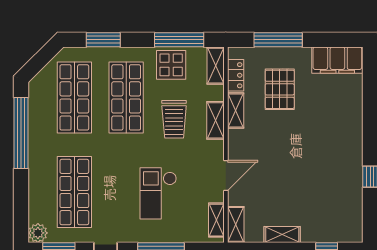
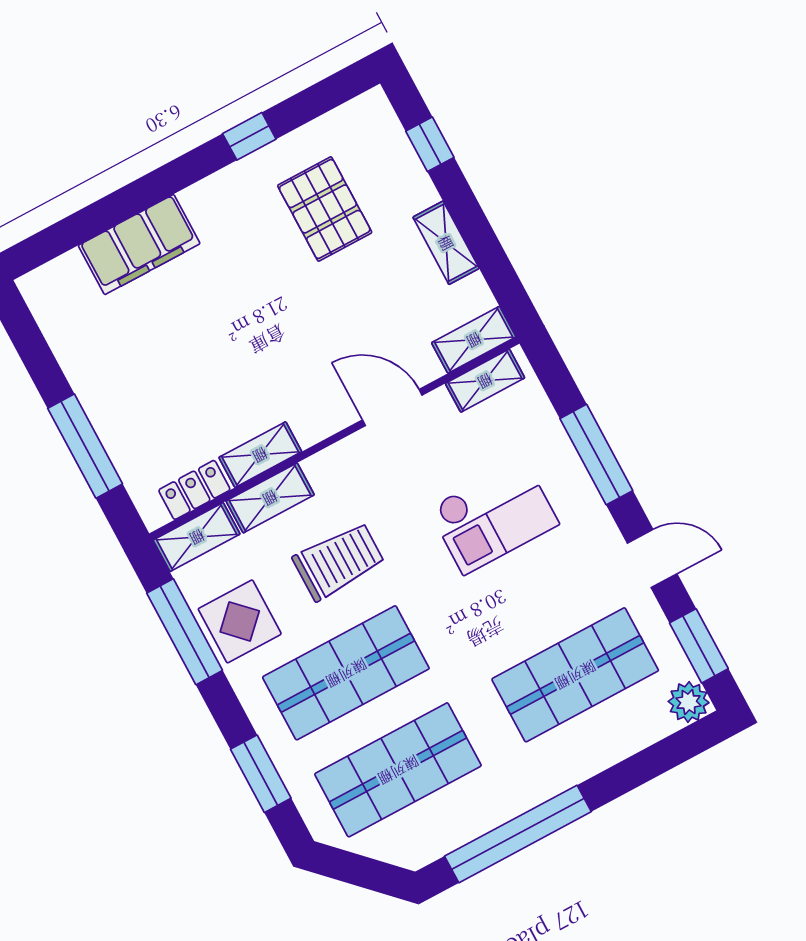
filing cabinet: (337, 60) -> (139, 245), moved, turned 90
pallet: (280, 89) -> (325, 209), moved, turned 90
shelving: (216, 120) -> (270, 498), moved

